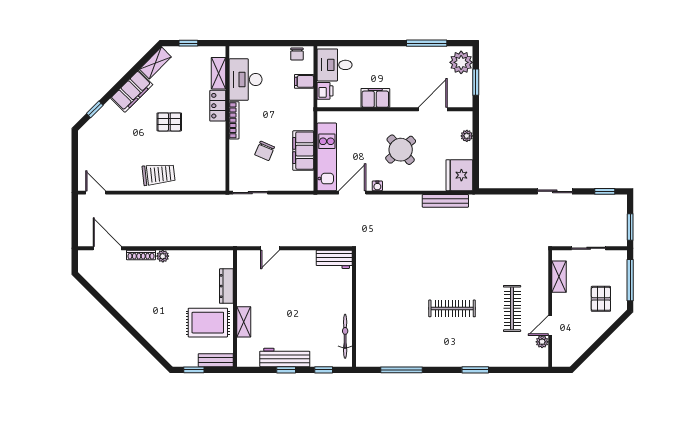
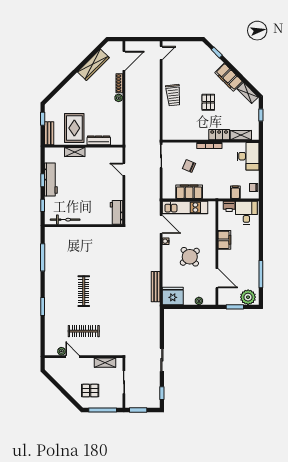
desk: (246, 80) -> (248, 156), moved, turned 90
wardrobe: (113, 294) -> (93, 65), added

